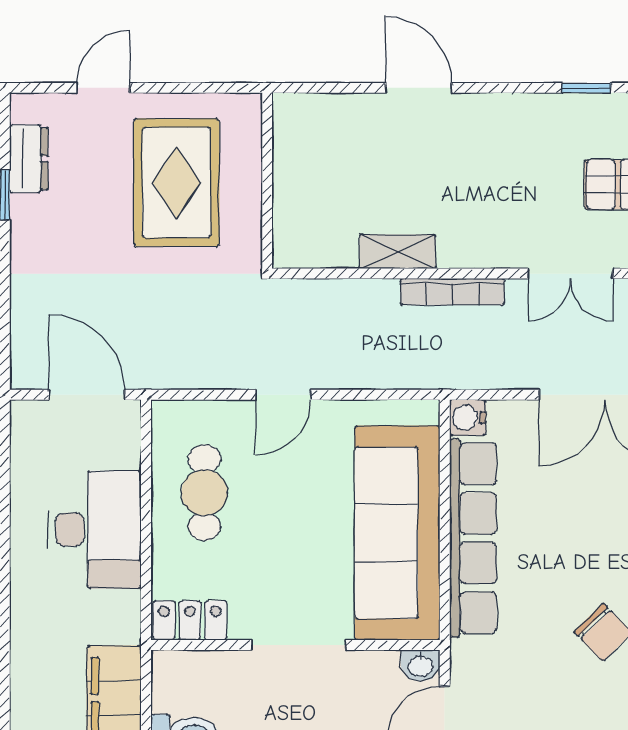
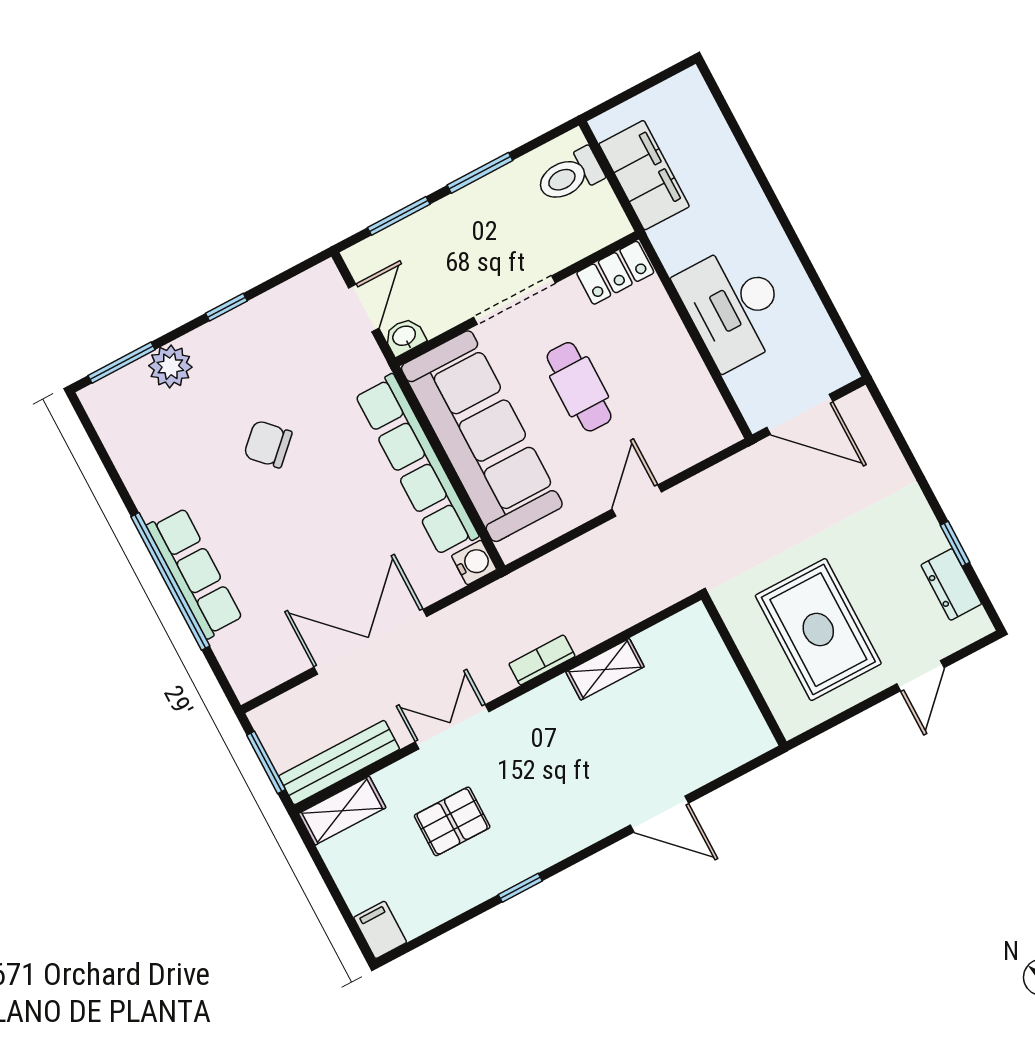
bookcase: (452, 292) -> (542, 660), width x0.64
cafe table: (204, 493) -> (579, 387), moved

